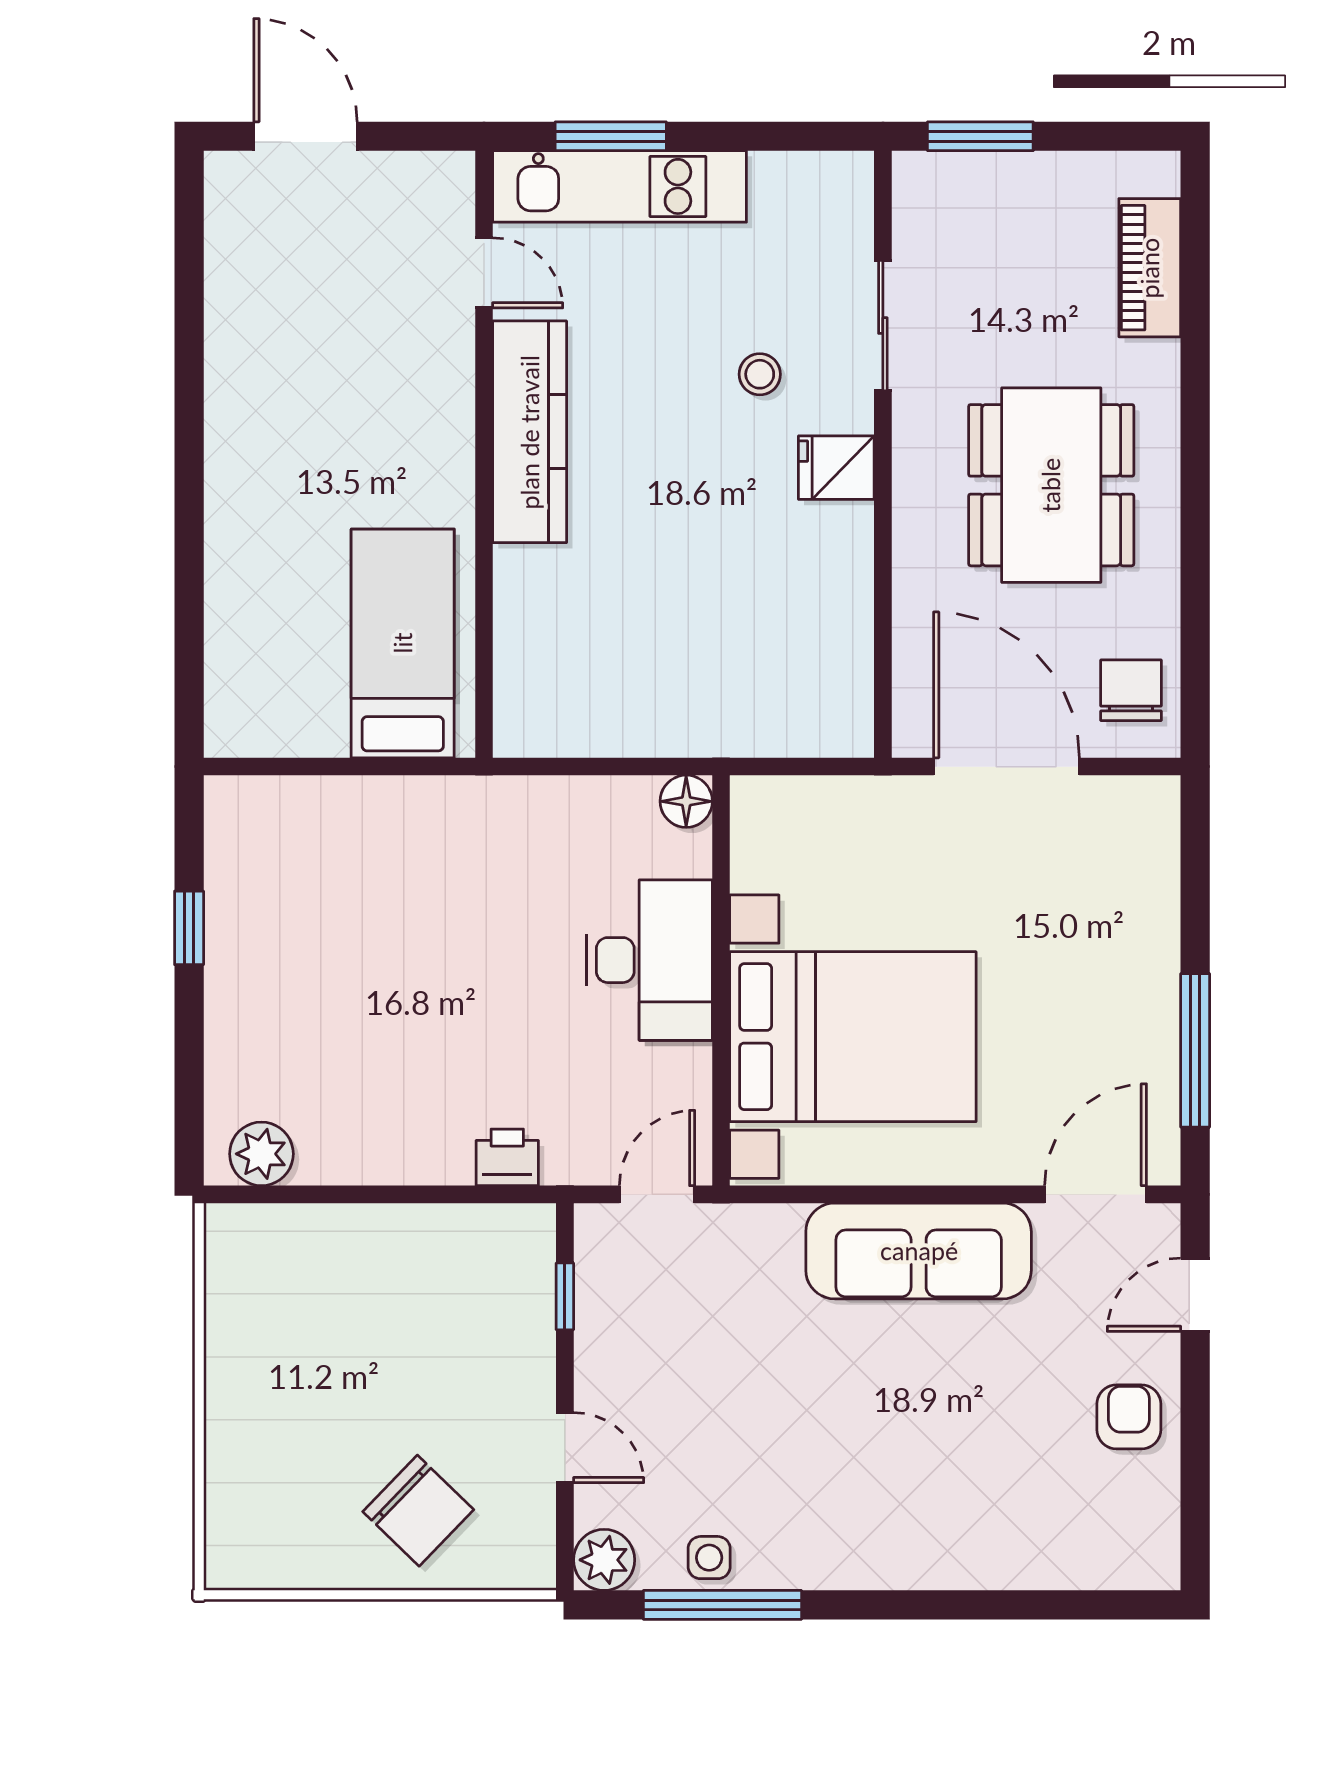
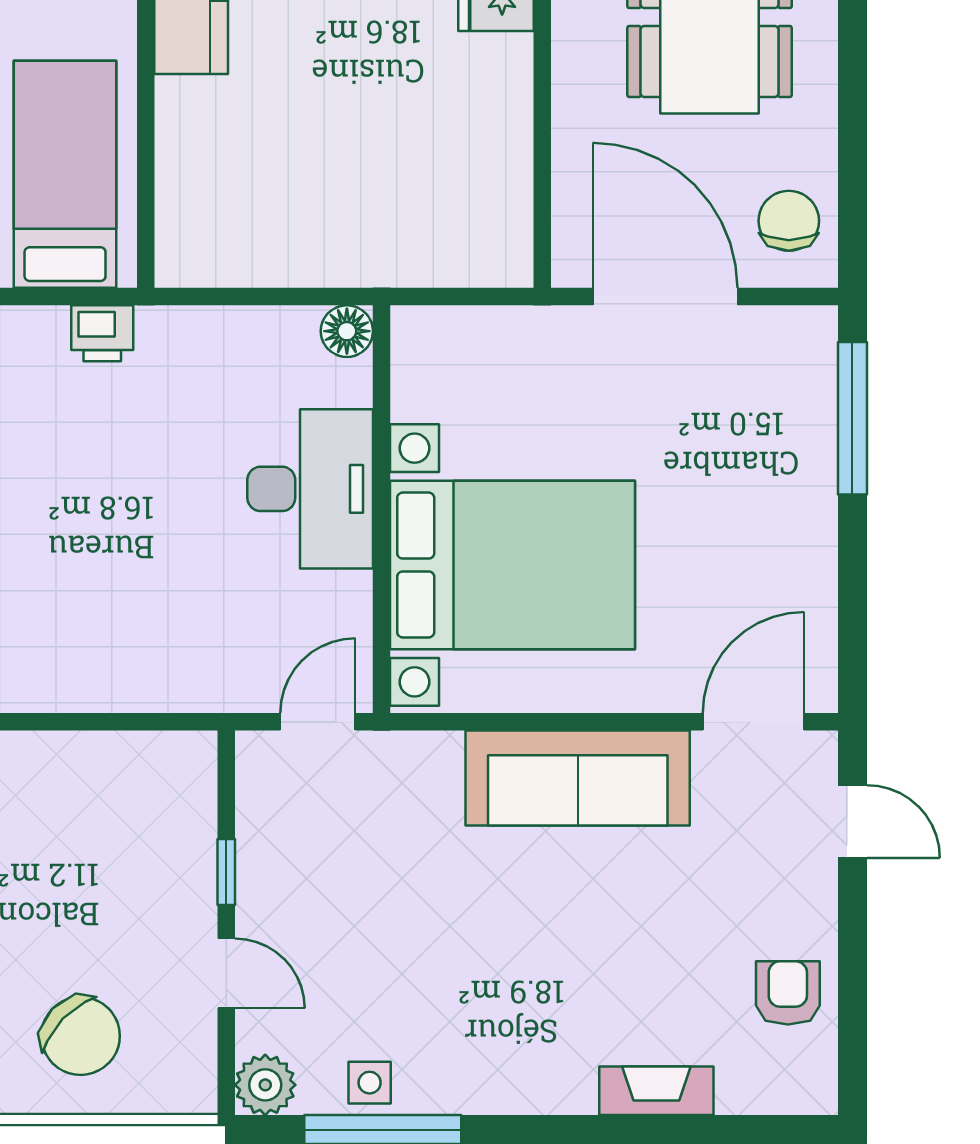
window: (1195, 1050) -> (852, 418), moved
printer: (507, 1157) -> (102, 333), moved, turned 180
door: (1195, 1295) -> (852, 821), swing flipped
window: (565, 1296) -> (226, 872), moved
armchair: (1129, 1417) -> (788, 993), moved
fireplace: (998, 1566) -> (656, 1091), added

